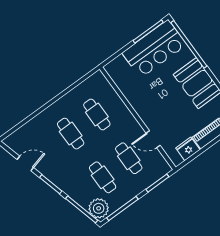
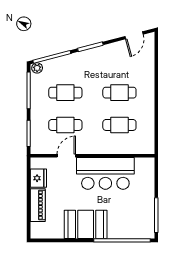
bar counter: (154, 49) -> (105, 173), moved, turned -90
door: (25, 163) -> (134, 35), moved
plant: (99, 208) -> (37, 68), width x0.53, depth x0.53

